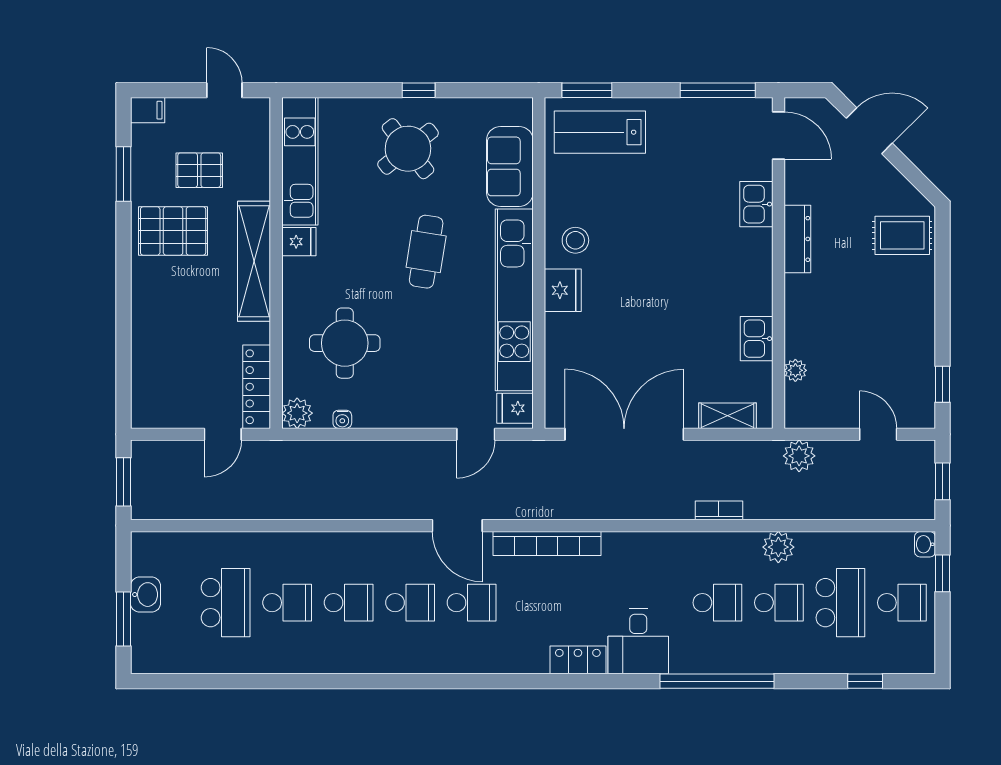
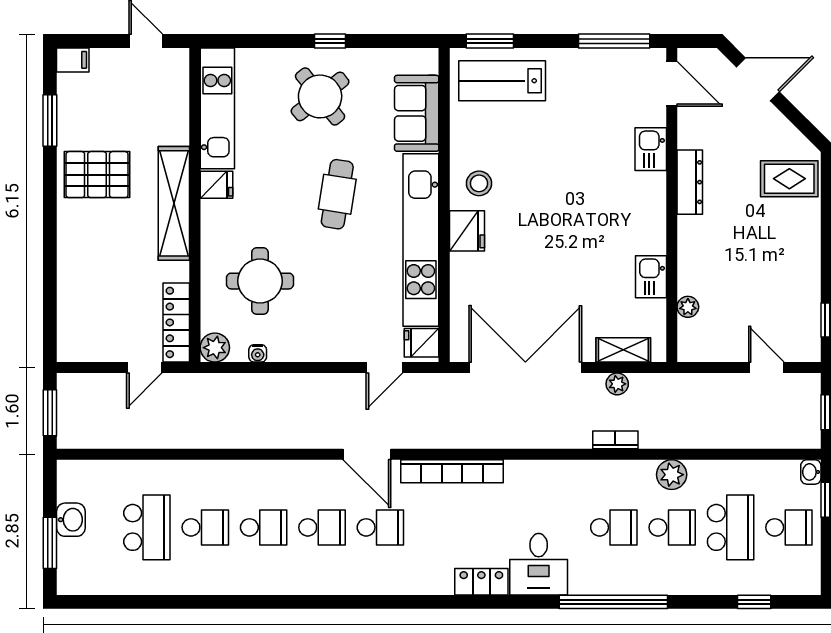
pallet: (199, 170) -> (122, 117), removed
plant: (799, 456) -> (617, 384), moved, width x0.73, depth x0.73

